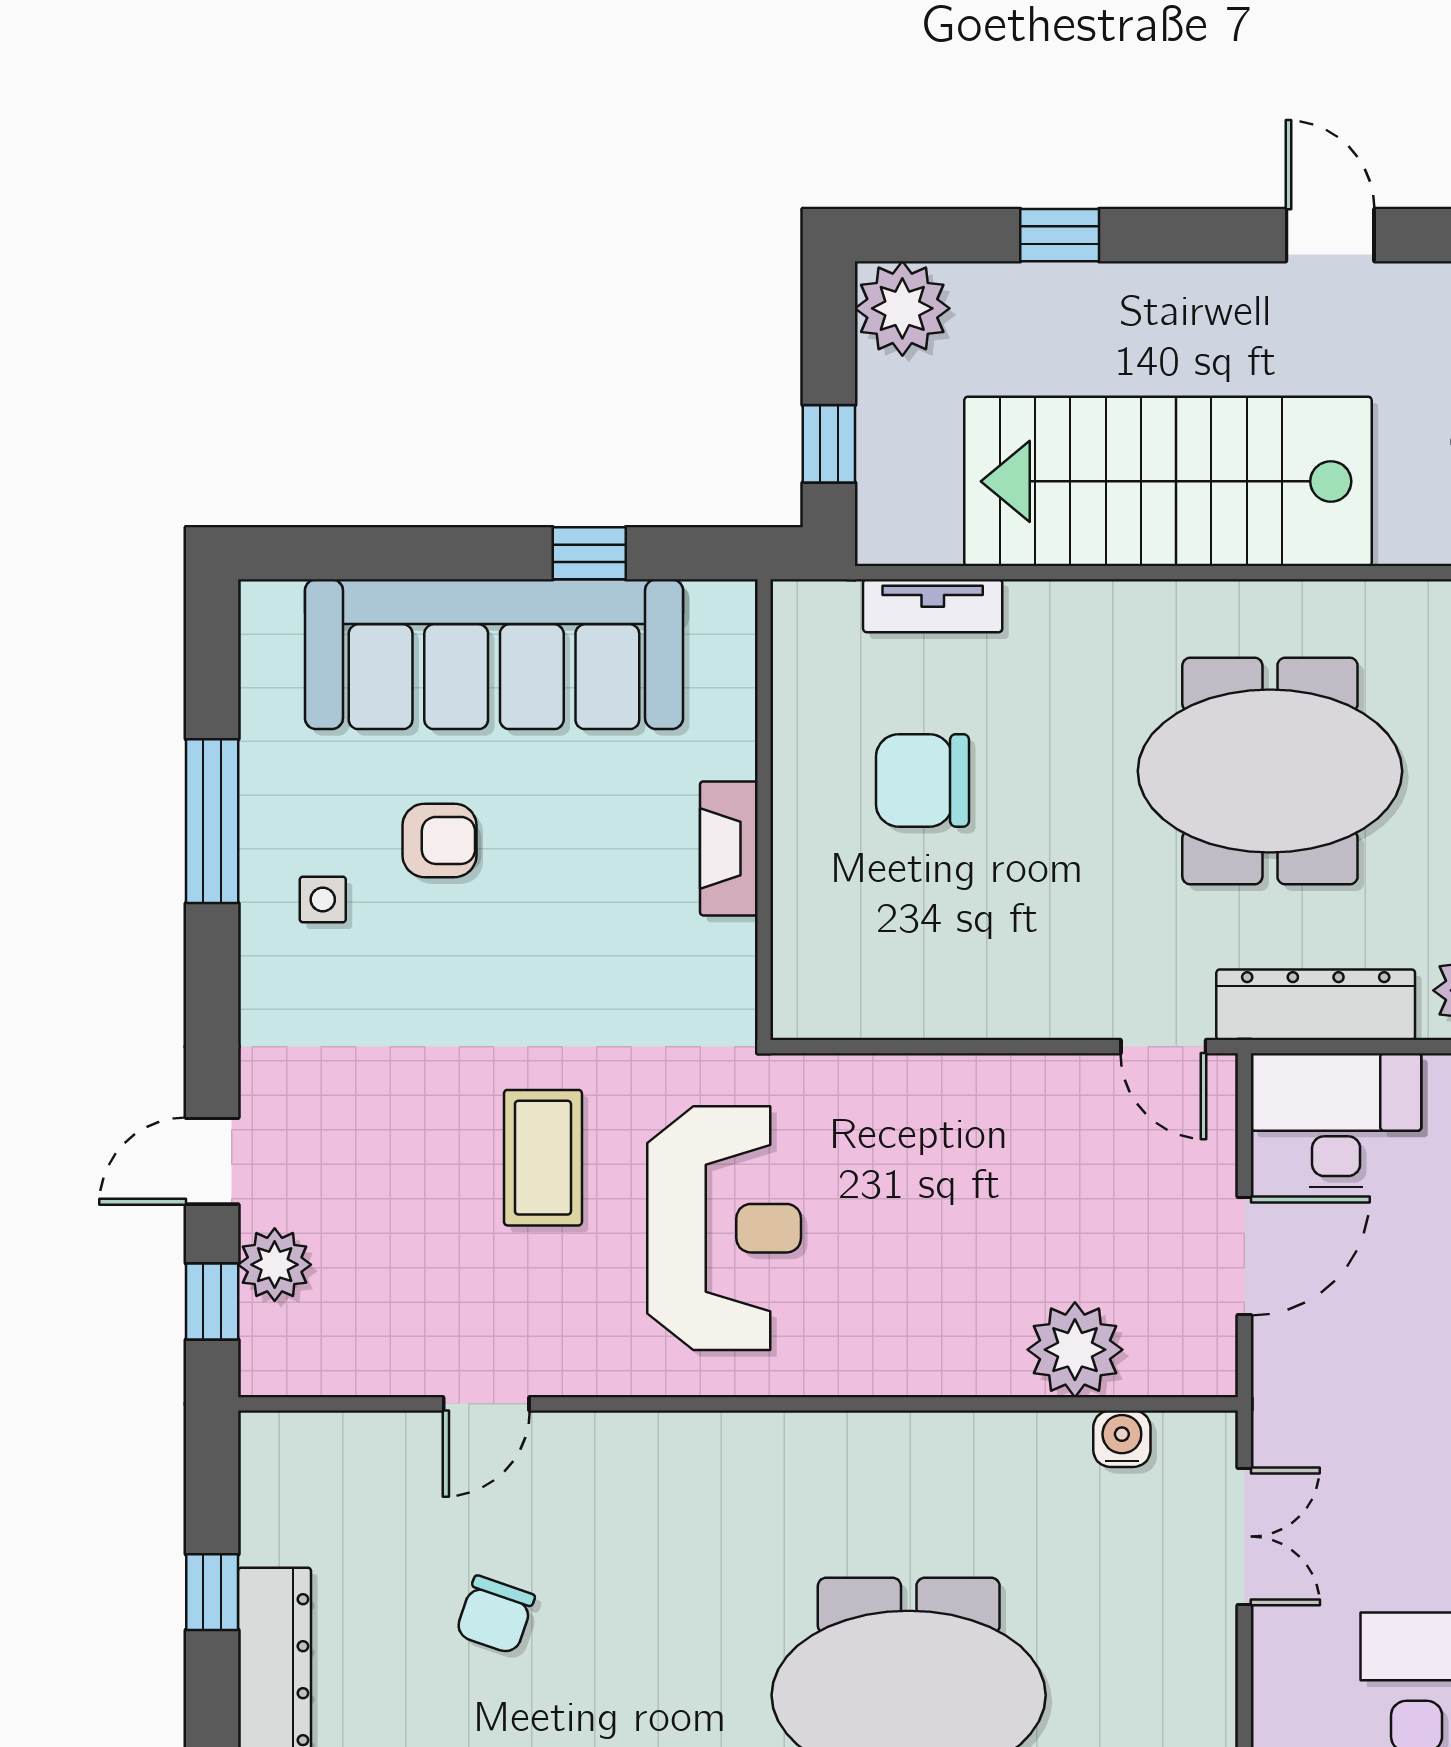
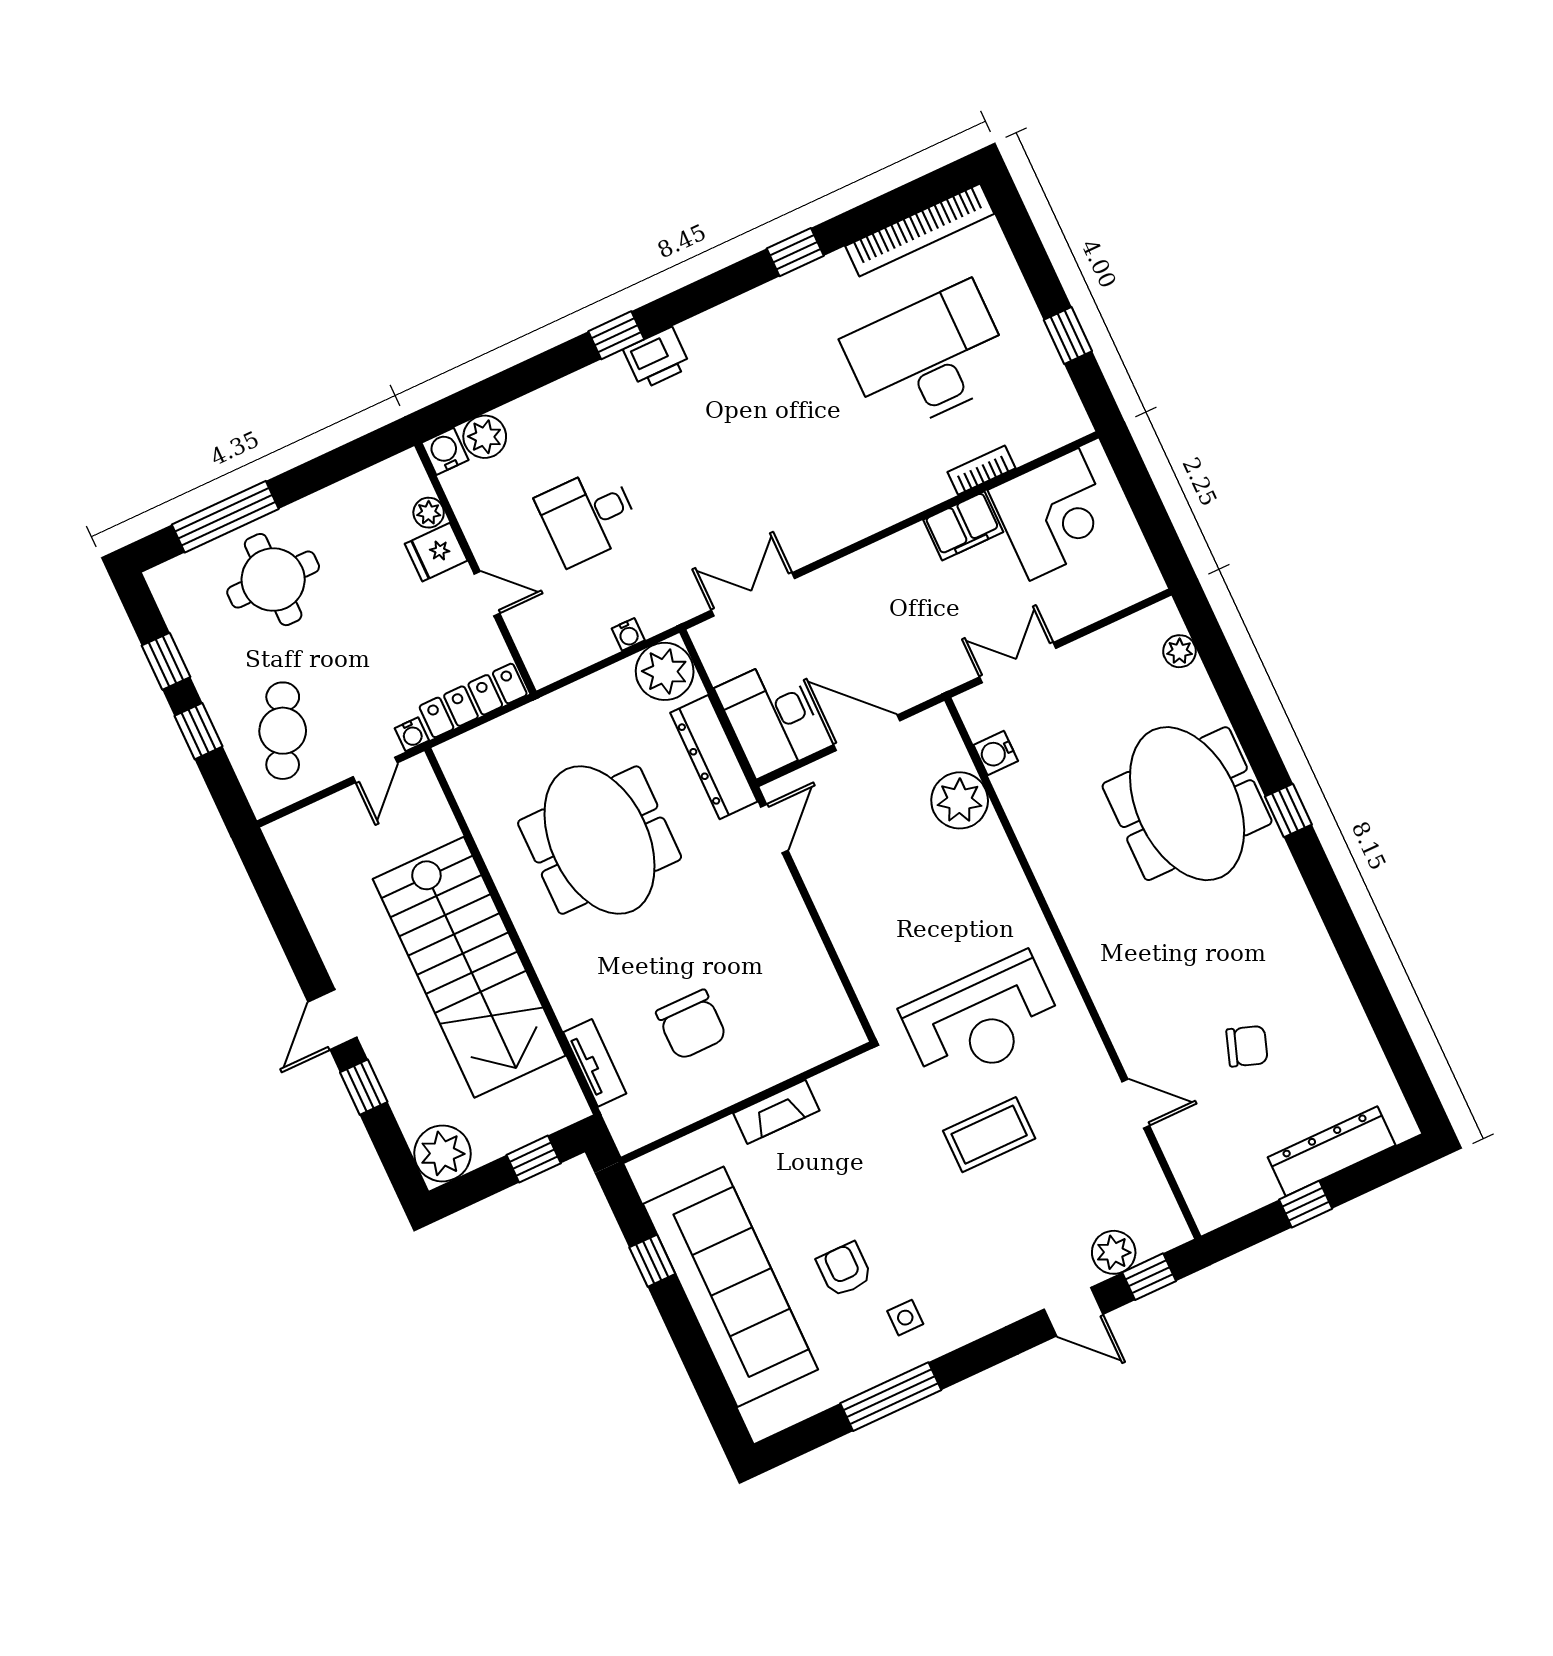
door: (1330, 235) -> (332, 1020), moved
reception desk: (724, 1228) -> (982, 1020), turned 180

